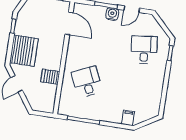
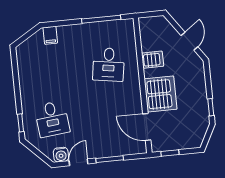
water cooler: (112, 14) -> (61, 155), moved
server rack: (24, 51) -> (161, 94), moved, turned 180
desk: (87, 82) -> (109, 64), turned 33

